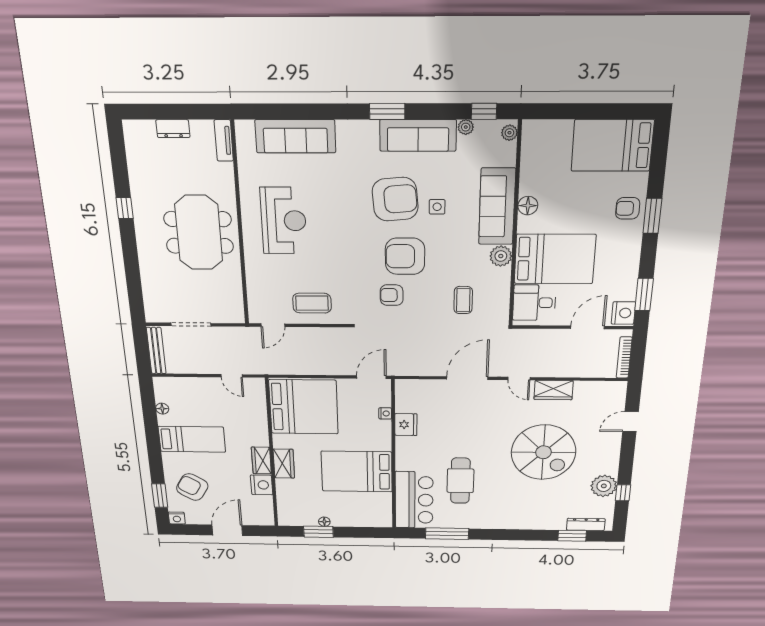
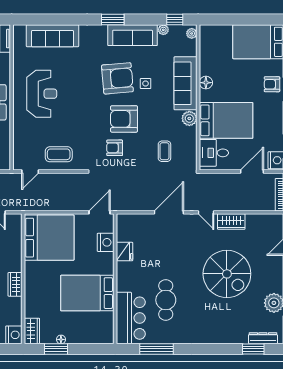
nightstand: (385, 413) -> (106, 242), width x1.89, depth x1.79
wardrobe: (284, 464) -> (32, 331), moved
nightstand: (262, 485) -> (14, 335), moved

